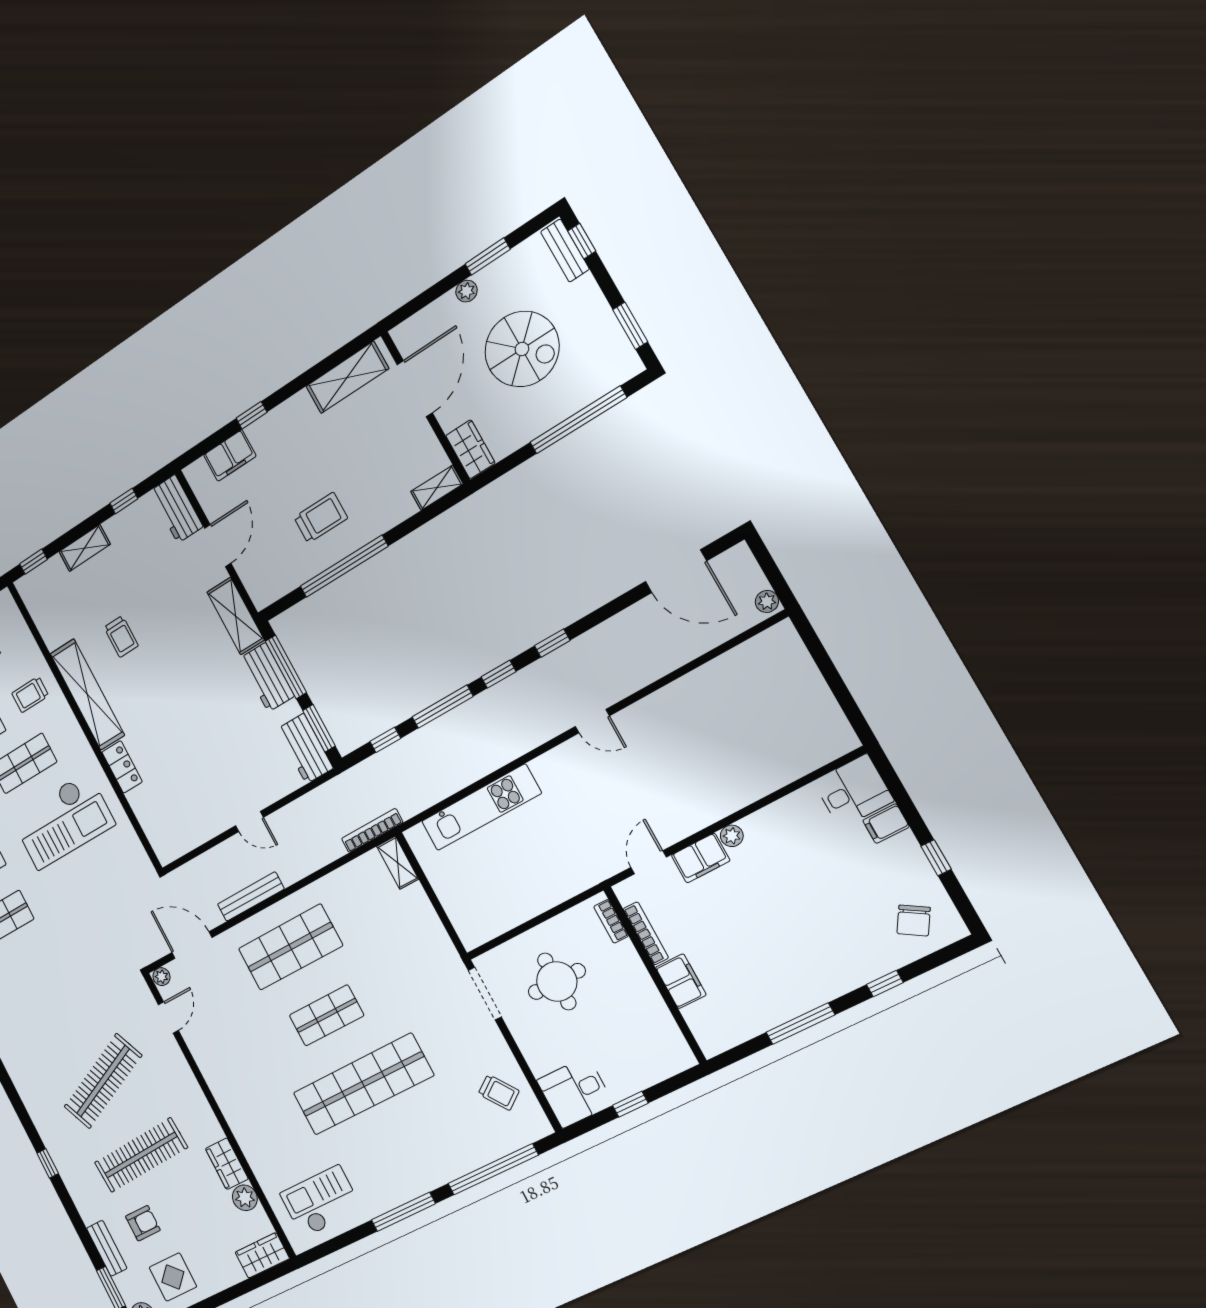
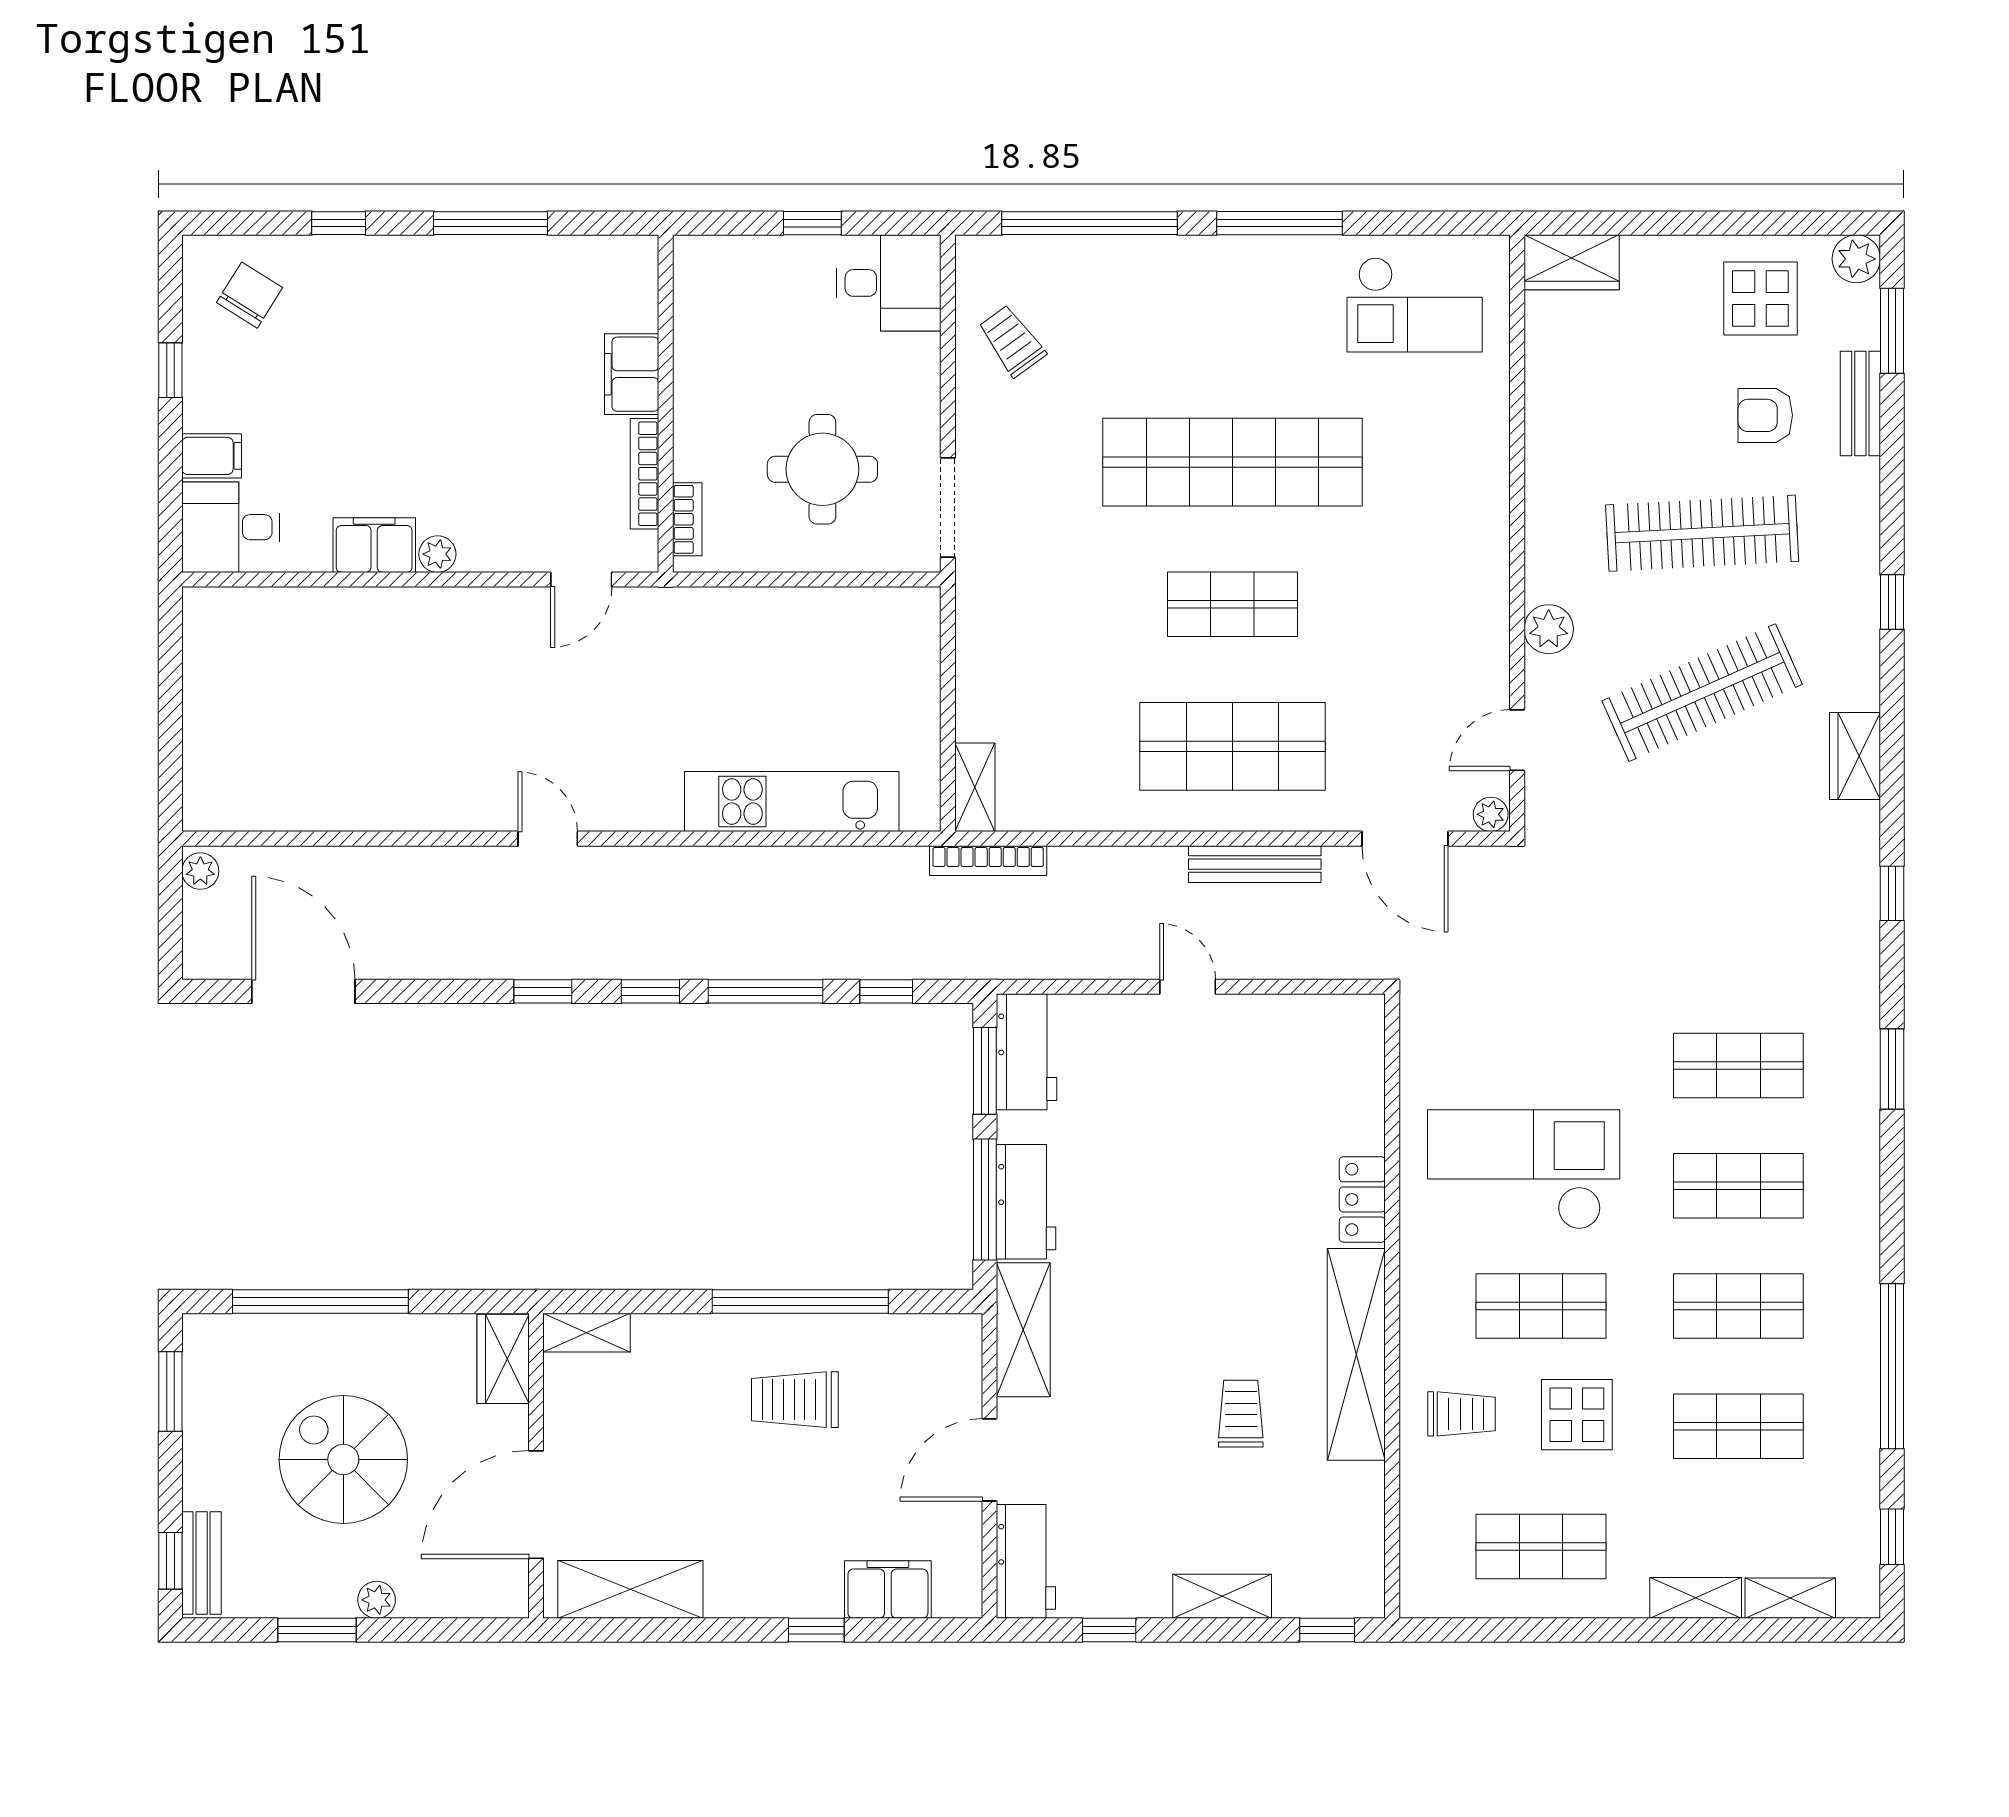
filing cabinet: (701, 858) -> (374, 545), moved
wardrobe: (227, 1164) -> (1855, 756), moved, turned 180
plant: (245, 1198) -> (1549, 629), moved

